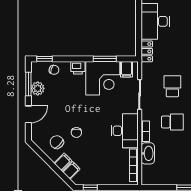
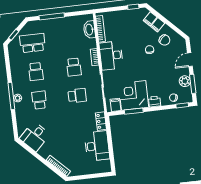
school desk: (172, 86) -> (77, 96), turned -90
school desk: (172, 122) -> (74, 67), turned -90
washbasin: (148, 153) -> (89, 30), moved

